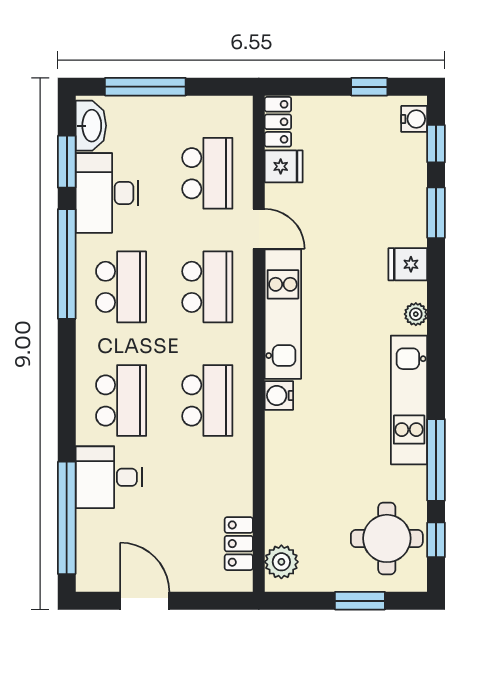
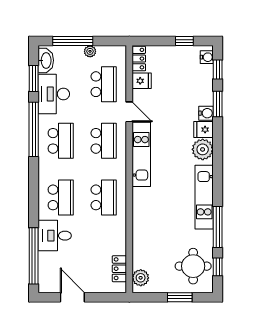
plant: (180, 107) -> (90, 51), added
plant: (416, 314) -> (203, 149), width x1.87, depth x1.87
water cooler: (279, 395) -> (206, 113), moved, turned 180

